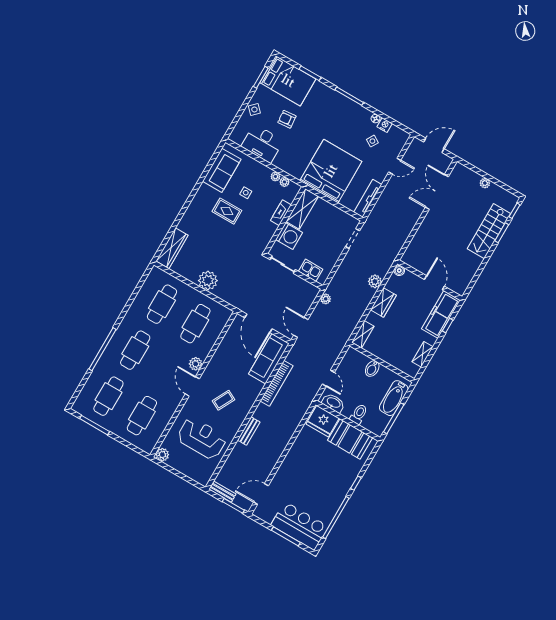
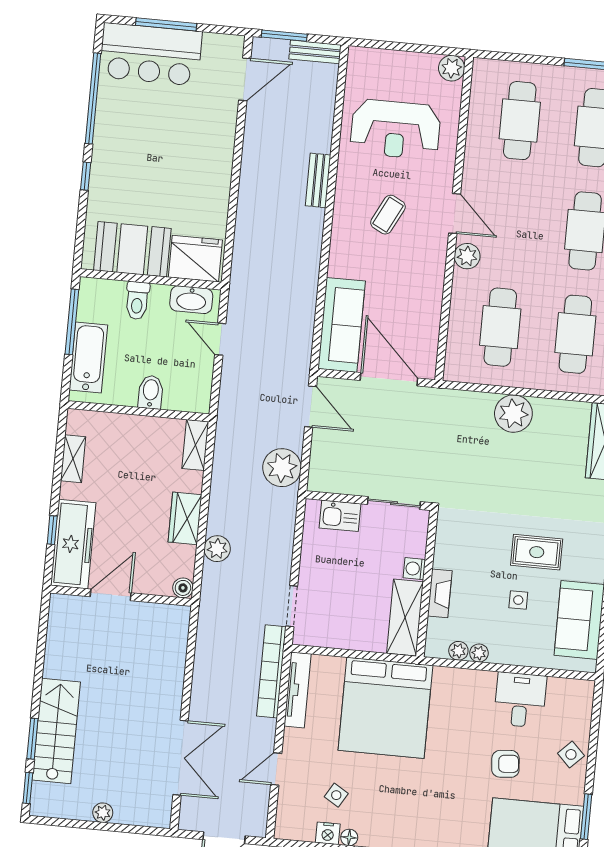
desk: (262, 143) -> (520, 700), width x0.73
washing machine: (289, 236) -> (414, 569), width x0.53, depth x0.53
door: (434, 283) -> (111, 595), swing flipped
plant: (326, 299) -> (282, 468), width x1.88, depth x1.88
bookcase: (277, 383) -> (271, 671), moved

